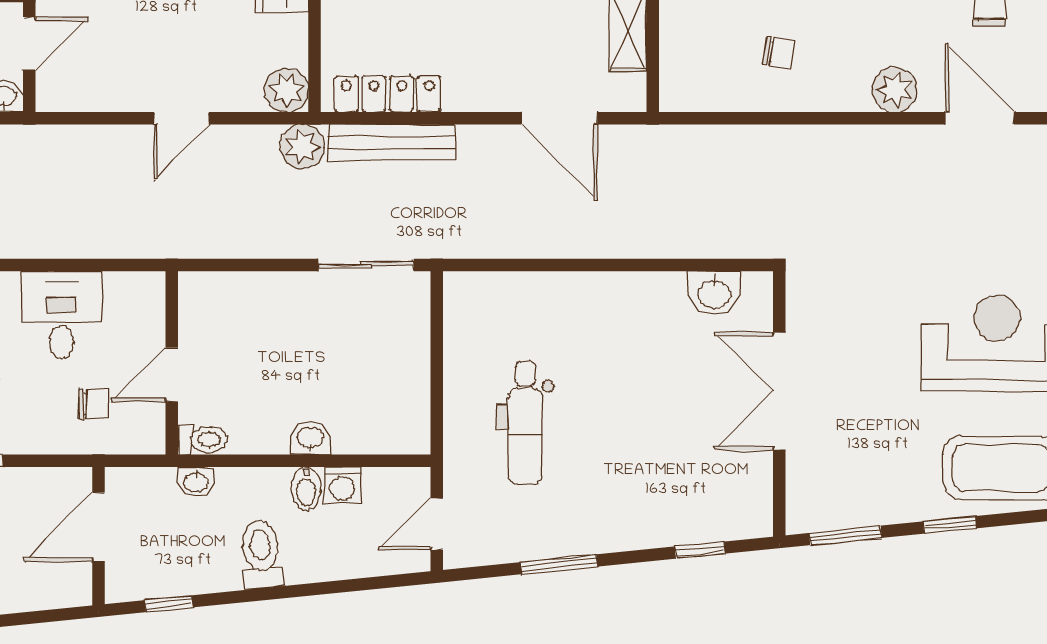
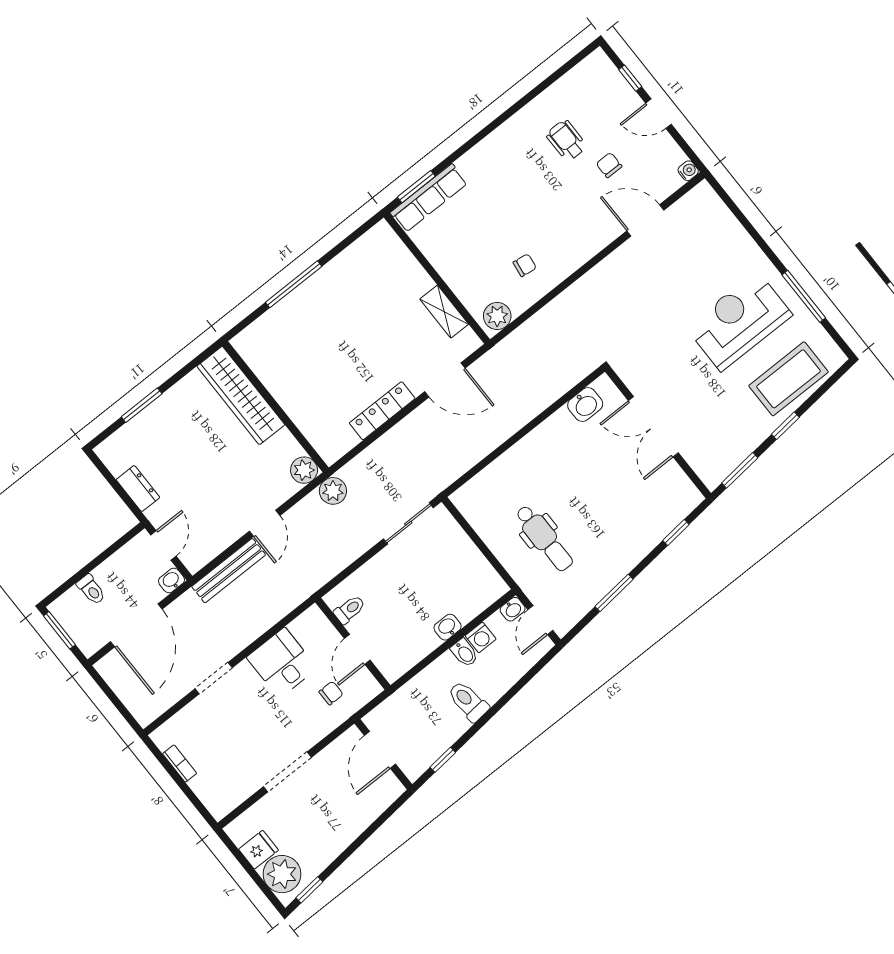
plant: (895, 90) -> (497, 316), moved
locker: (388, 94) -> (382, 411), moved
bench: (392, 142) -> (229, 571), moved
toilet: (203, 440) -> (350, 609), moved
washbasin: (196, 482) -> (513, 609), moved

